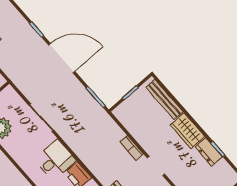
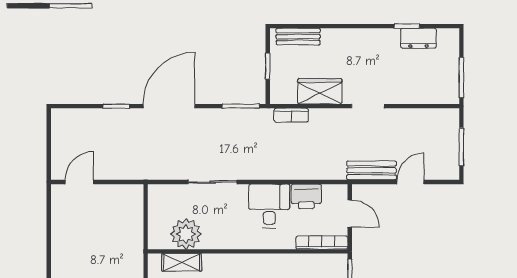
bench: (164, 99) -> (298, 37), width x0.73
wardrobe: (187, 131) -> (320, 91), moved, turned 180
bookcase: (132, 148) -> (291, 115), moved
dresser: (209, 152) -> (418, 38), moved

